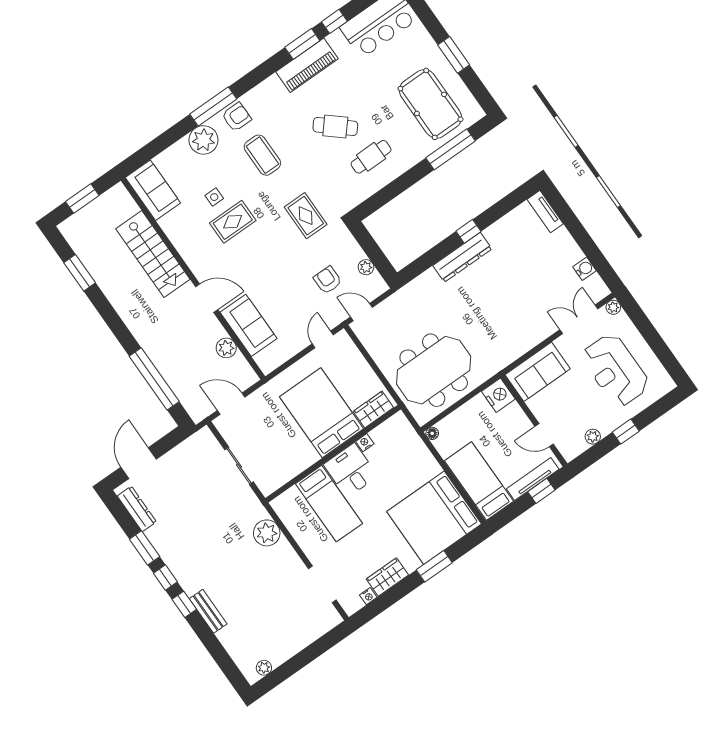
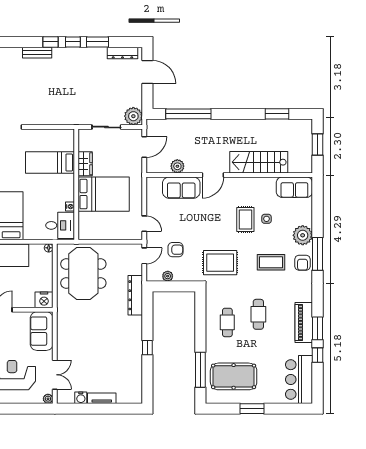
cafe table: (335, 127) -> (258, 314), turned -41
tv unit: (545, 212) -> (102, 398), moved
rug: (306, 216) -> (220, 263), width x1.36, depth x1.43
dresser: (462, 257) -> (135, 295), moved
wardrobe: (373, 409) -> (85, 164), moved
desk: (351, 470) -> (60, 225), moved
plant: (267, 533) -> (133, 116), moved

